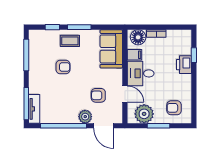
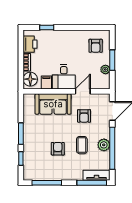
coffee table: (70, 41) -> (82, 145), moved
sofa: (111, 49) -> (53, 104), moved
printer: (184, 65) -> (30, 44), moved, turned -90
plant: (144, 114) -> (105, 69), width x0.53, depth x0.53
plant: (85, 117) -> (104, 145), moved

